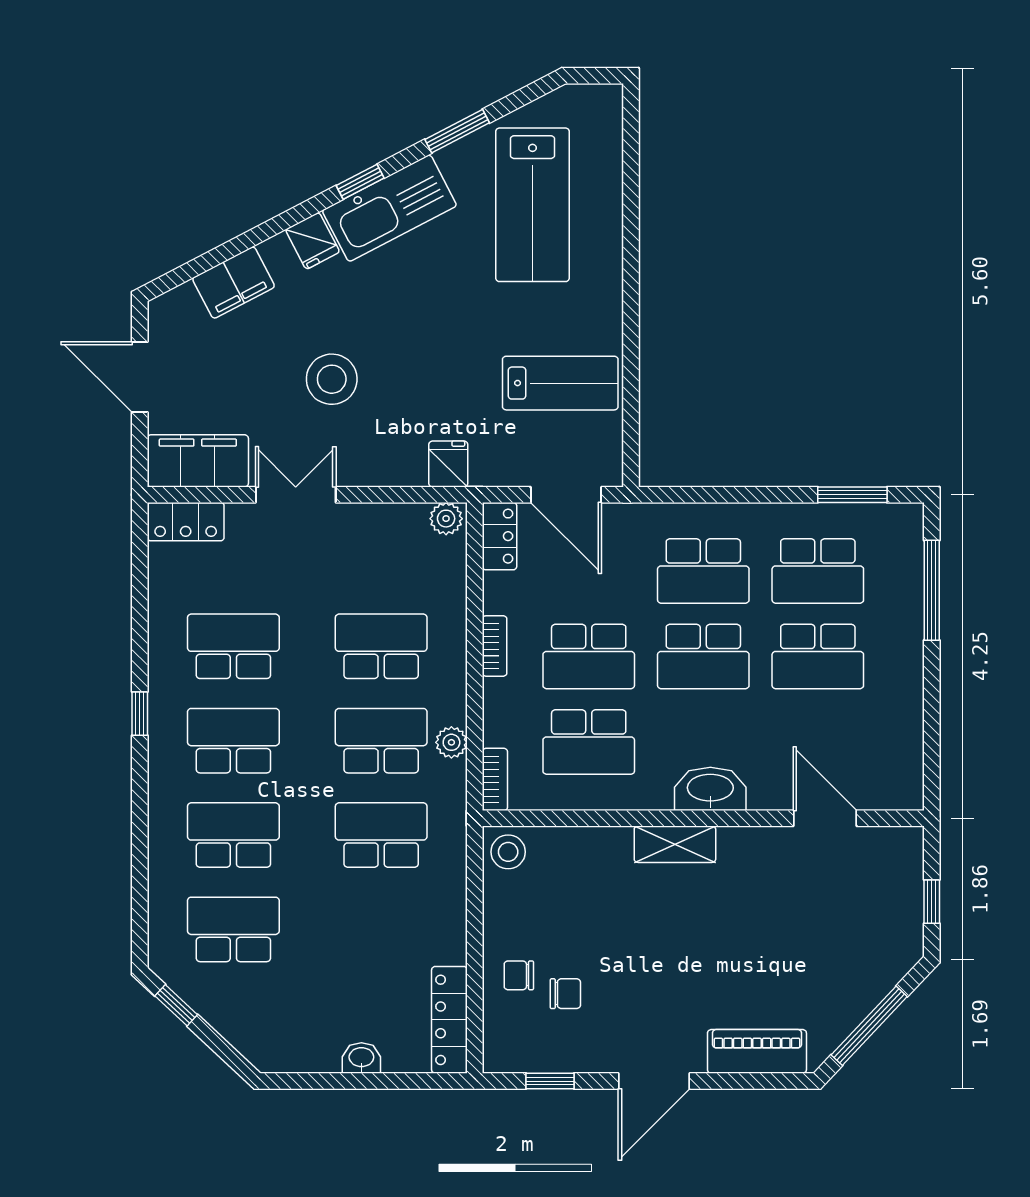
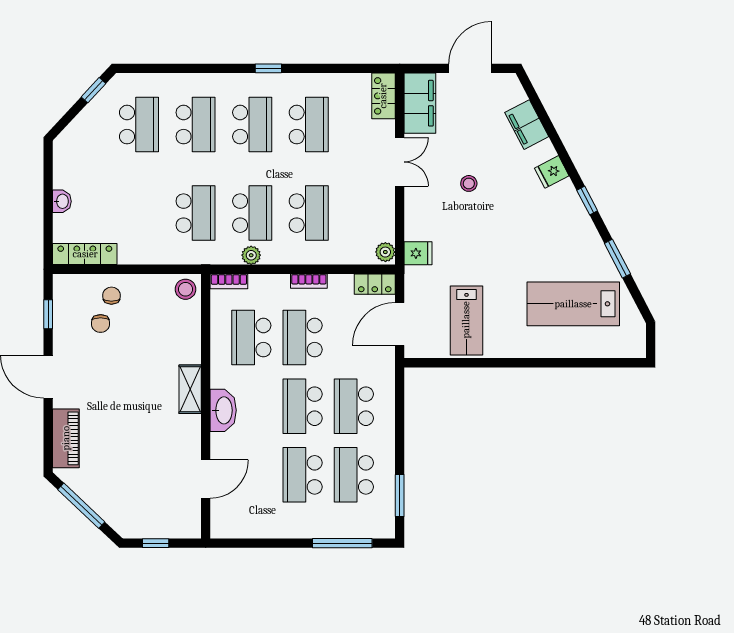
kitchen sink: (389, 208) -> (571, 218), removed
stool: (332, 379) -> (469, 183), width x0.53, depth x0.53

